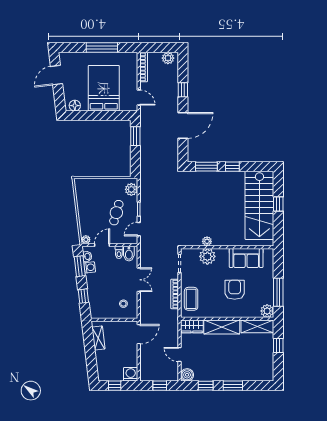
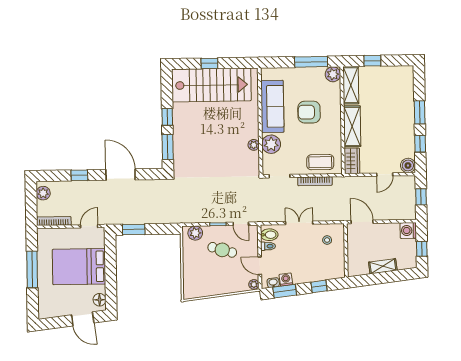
door: (56, 75) -> (83, 319), moved
sofa: (246, 258) -> (272, 106), width x1.36
shelving: (98, 338) -> (383, 266), moved

